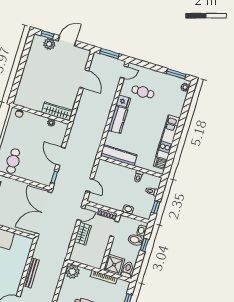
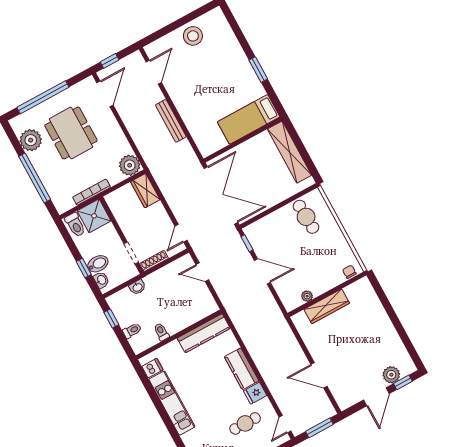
wardrobe: (57, 111) -> (327, 306), moved
wardrobe: (83, 234) -> (145, 191), moved

